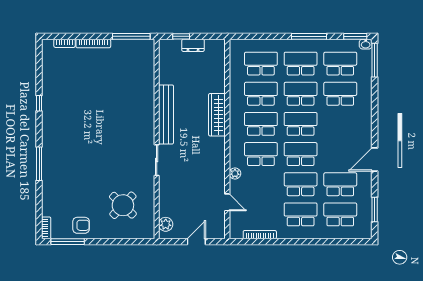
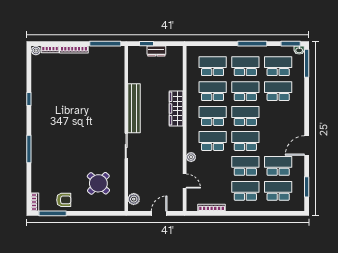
plant: (47, 45) -> (36, 51), added

